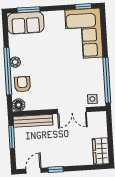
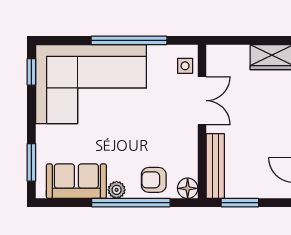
sofa: (26, 23) -> (76, 181), moved, turned -90
corner sofa: (84, 34) -> (91, 84), width x1.36, depth x1.36
window: (107, 80) -> (129, 40), moved

